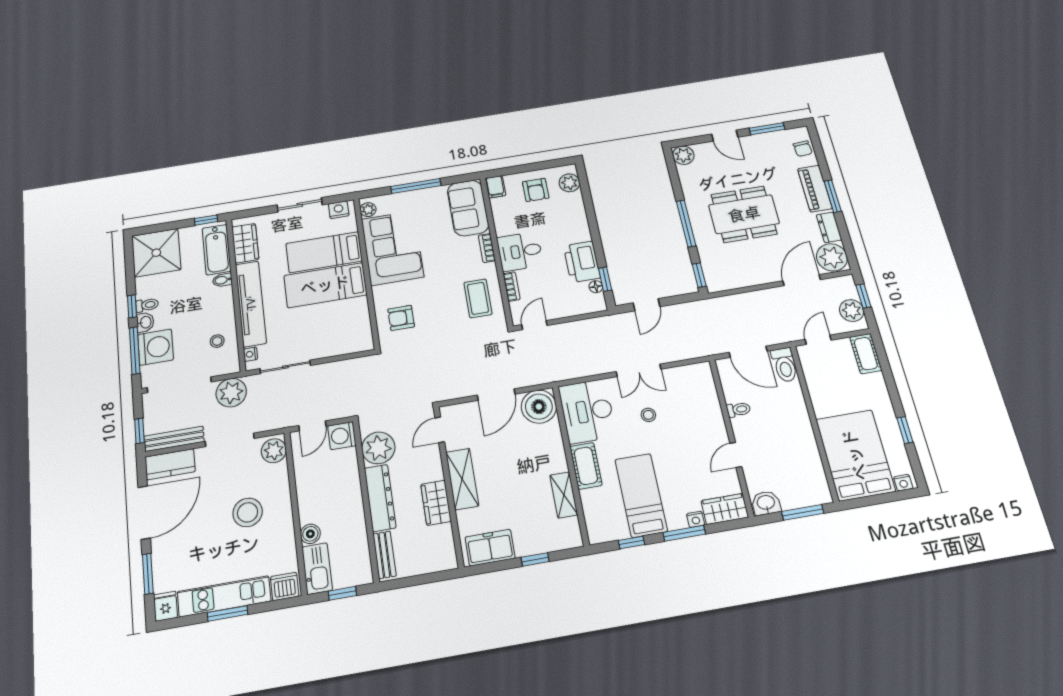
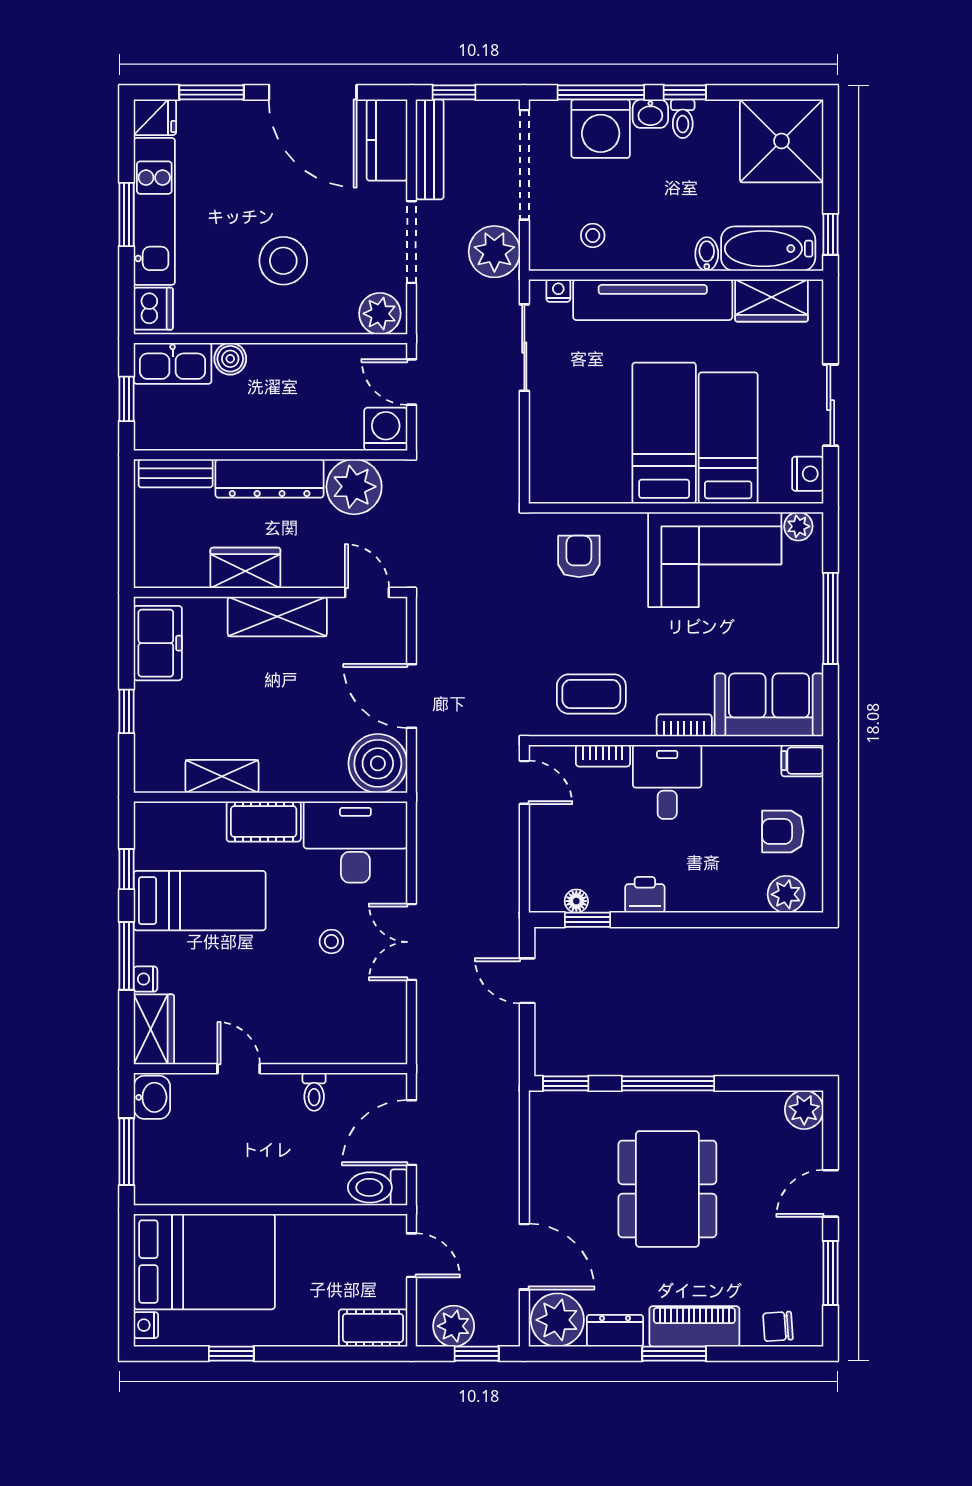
printer: (582, 262) -> (645, 895), width x0.53, depth x0.68

